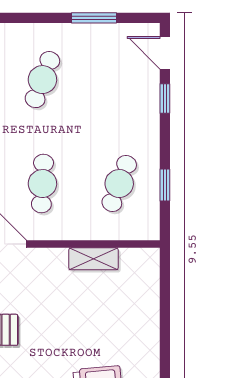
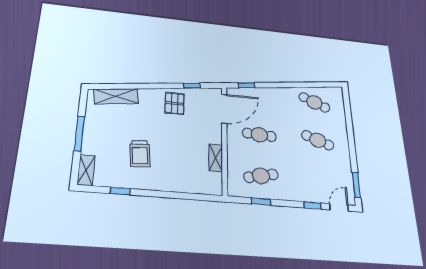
window: (94, 18) -> (356, 185), moved
cafe table: (119, 184) -> (261, 176), turned -33

